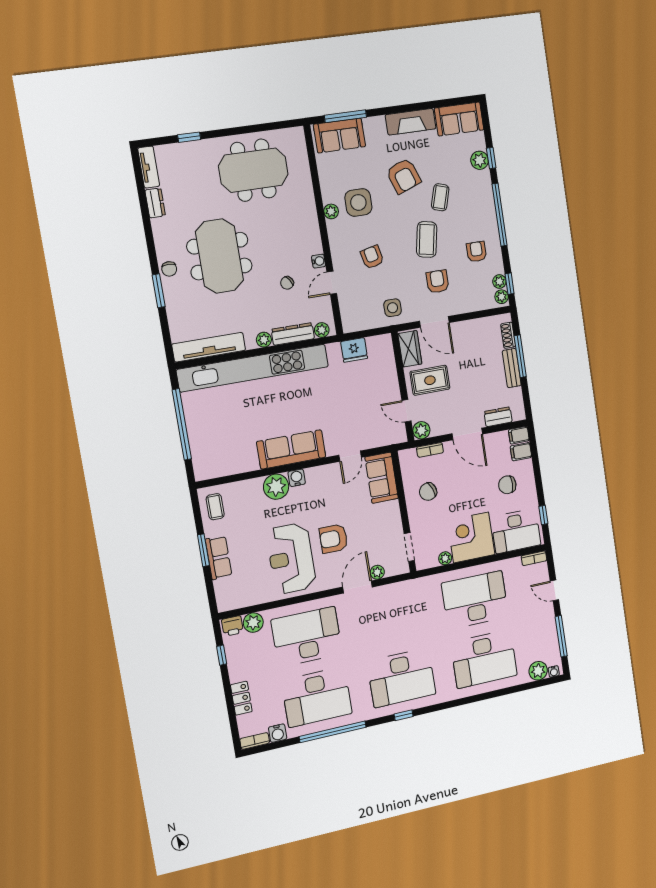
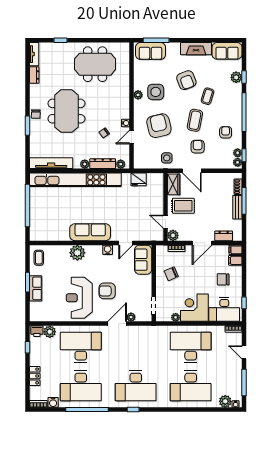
armchair: (372, 257) -> (159, 126), width x1.88, depth x1.88
door: (467, 434) -> (202, 243), hinge flipped
water cooler: (297, 478) -> (108, 250), moved

